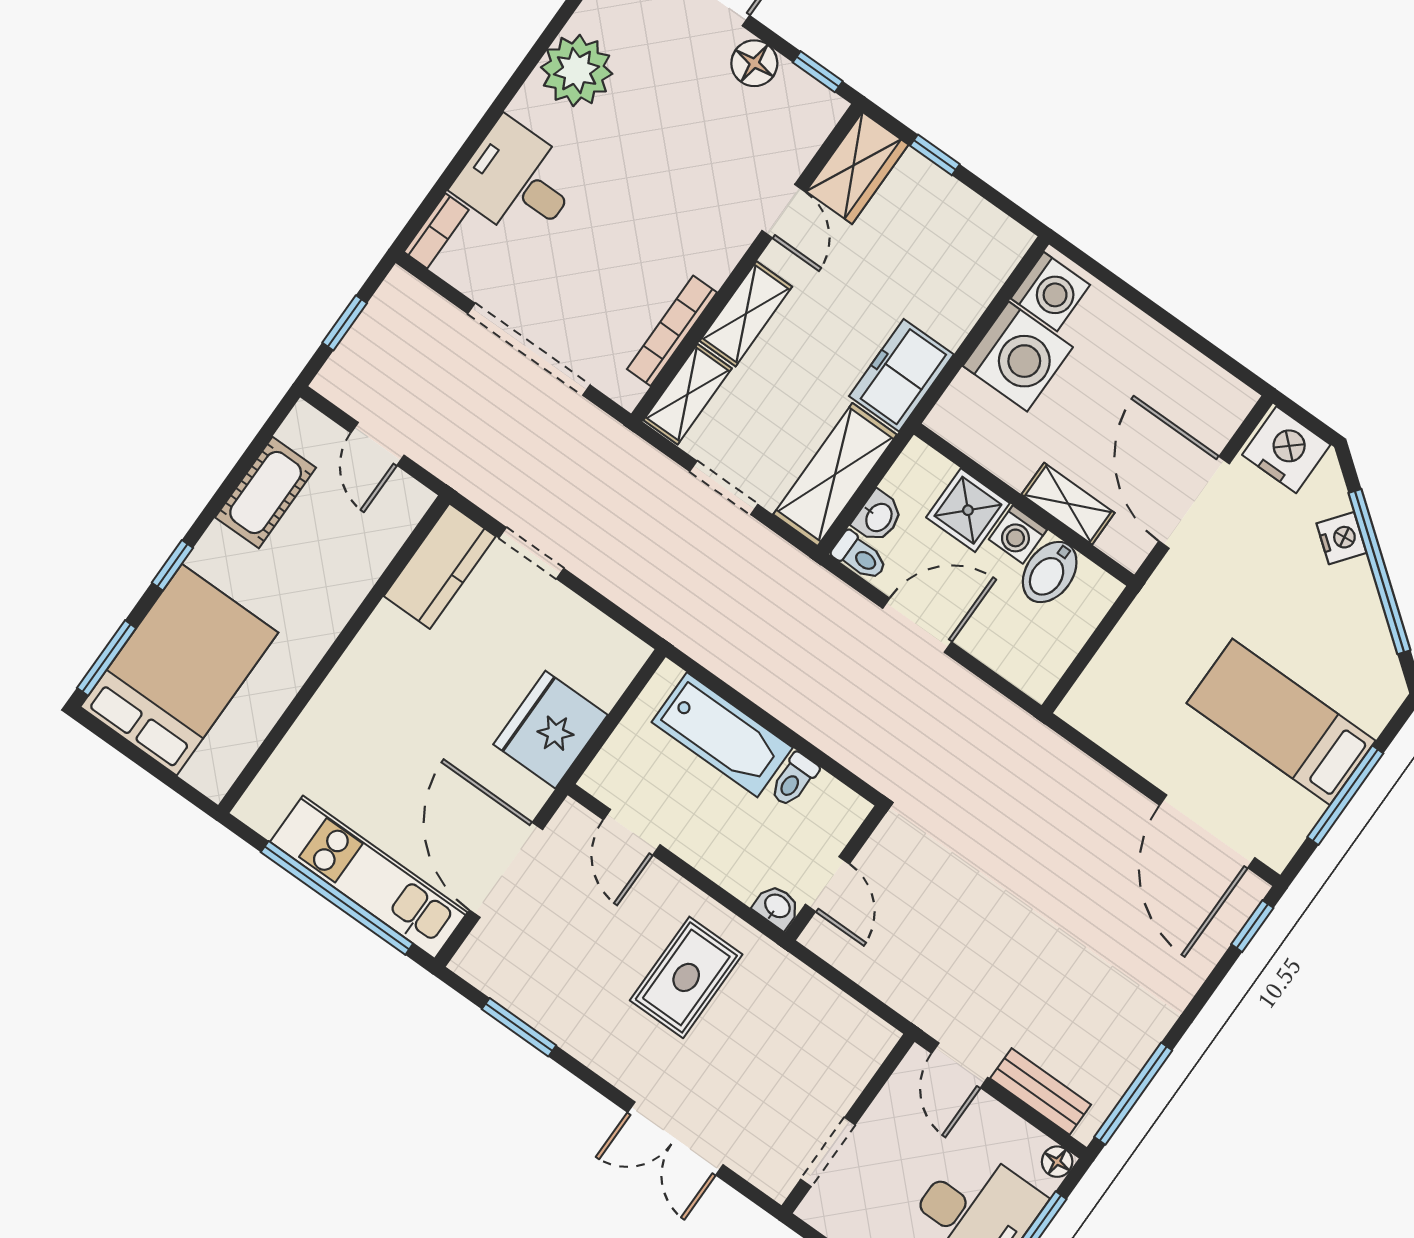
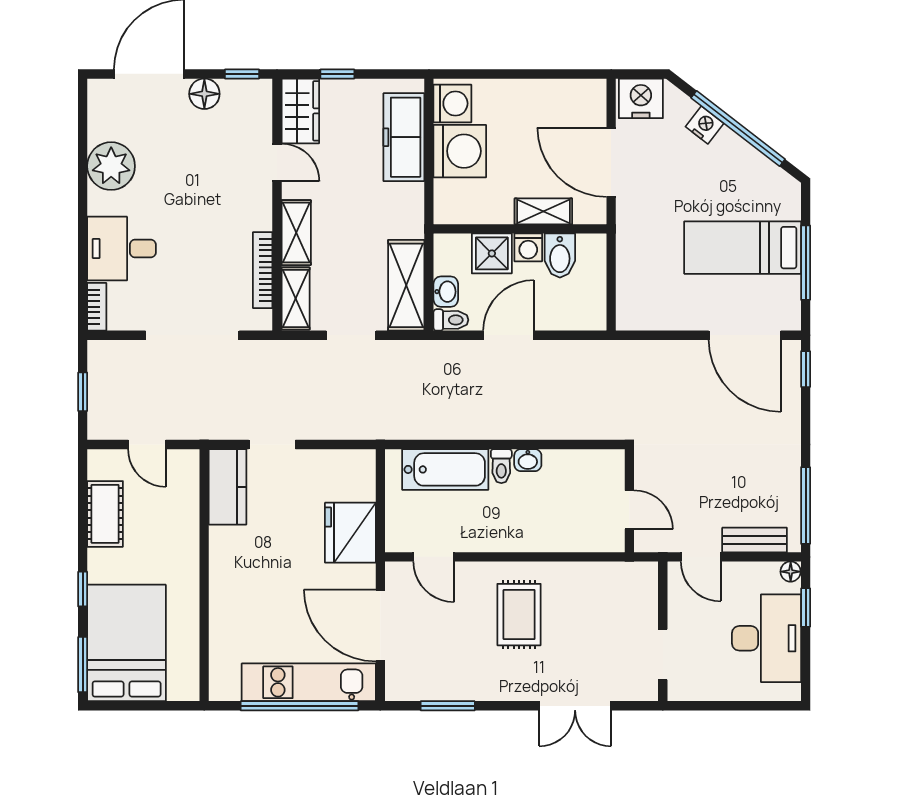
freezer: (901, 375) -> (404, 137), moved, width x1.40
wall: (835, 873) -> (629, 501), moved
door: (827, 884) -> (629, 510), moved
washbasin: (777, 907) -> (528, 460), moved, turned 180

